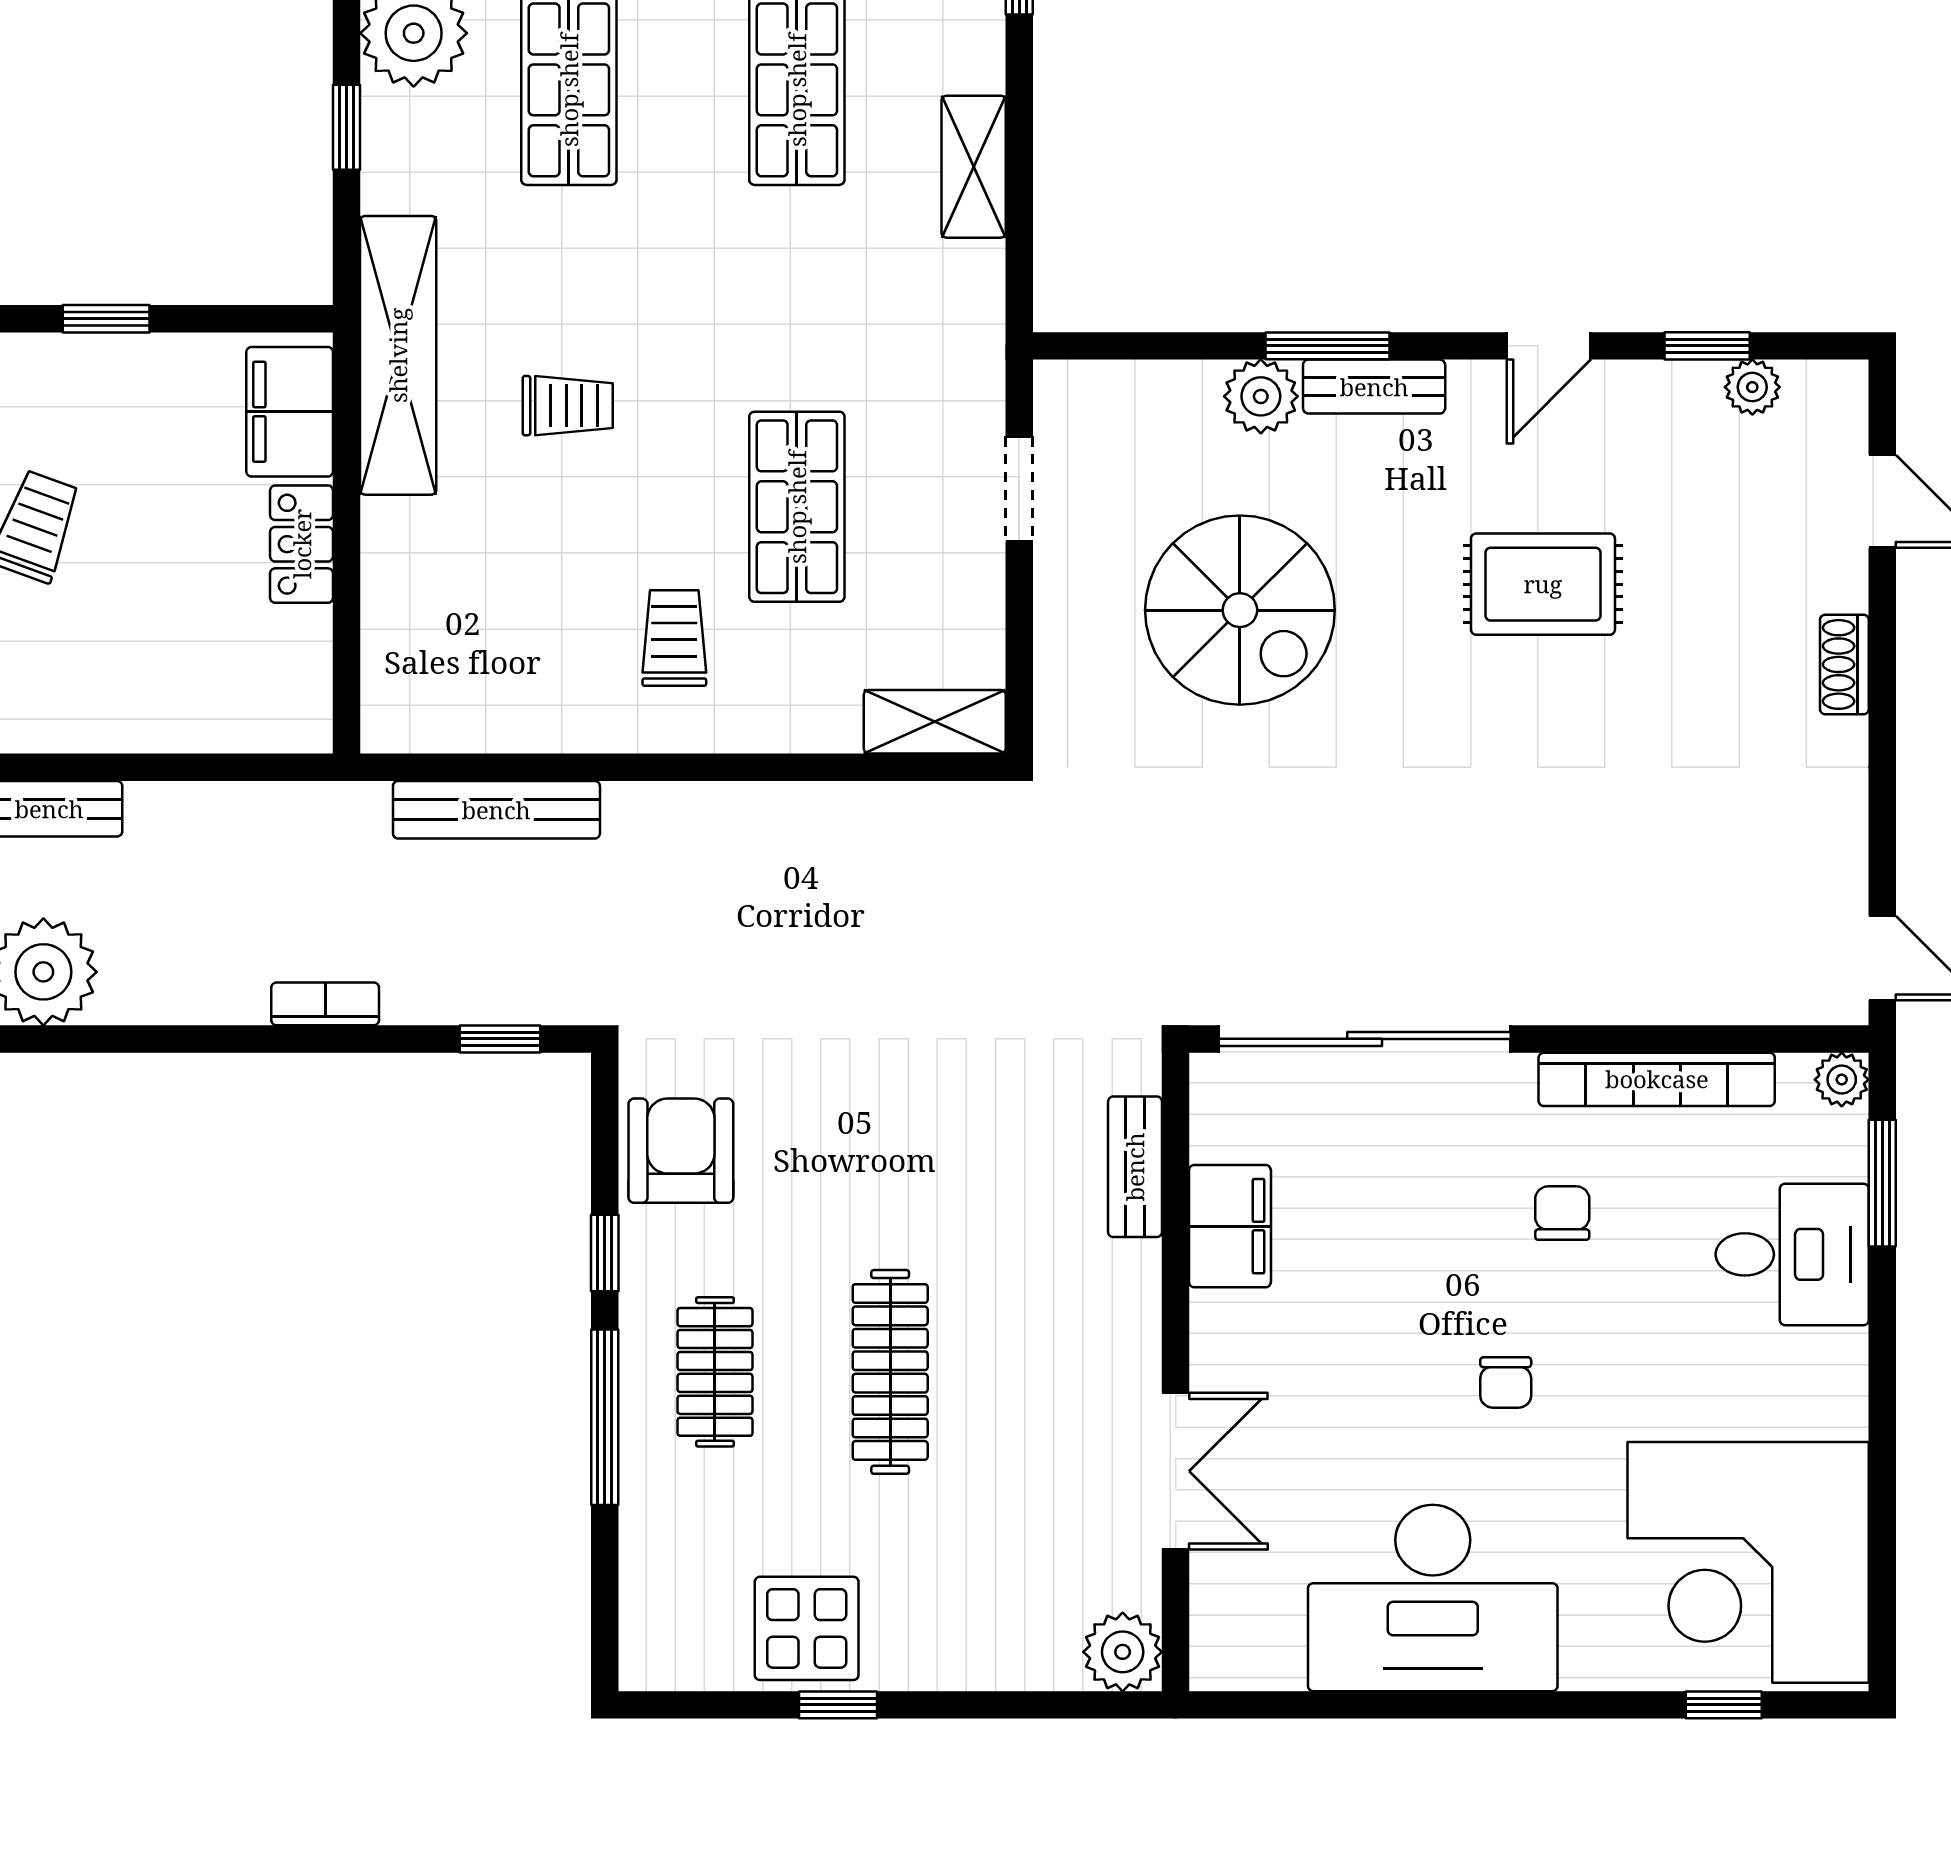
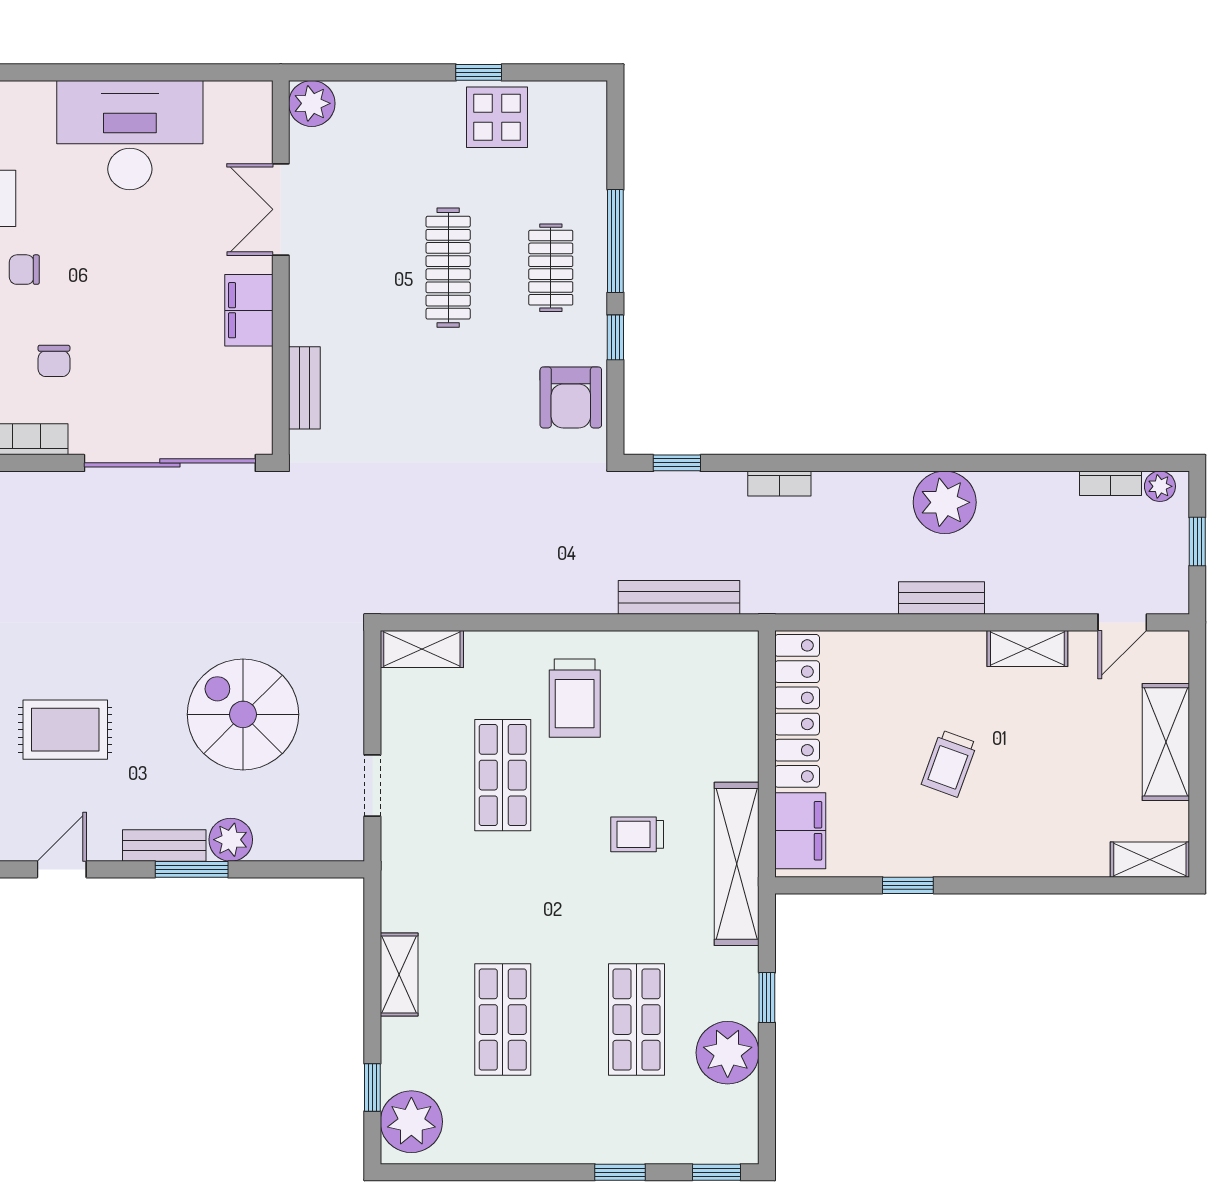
locker: (302, 544) -> (797, 711), width x2.16, depth x1.21
trolley: (674, 638) -> (575, 698), width x1.36, depth x1.39
filing cabinet: (1230, 1226) -> (249, 310), moved
chair: (1506, 1382) -> (24, 270), moved, turned -90

